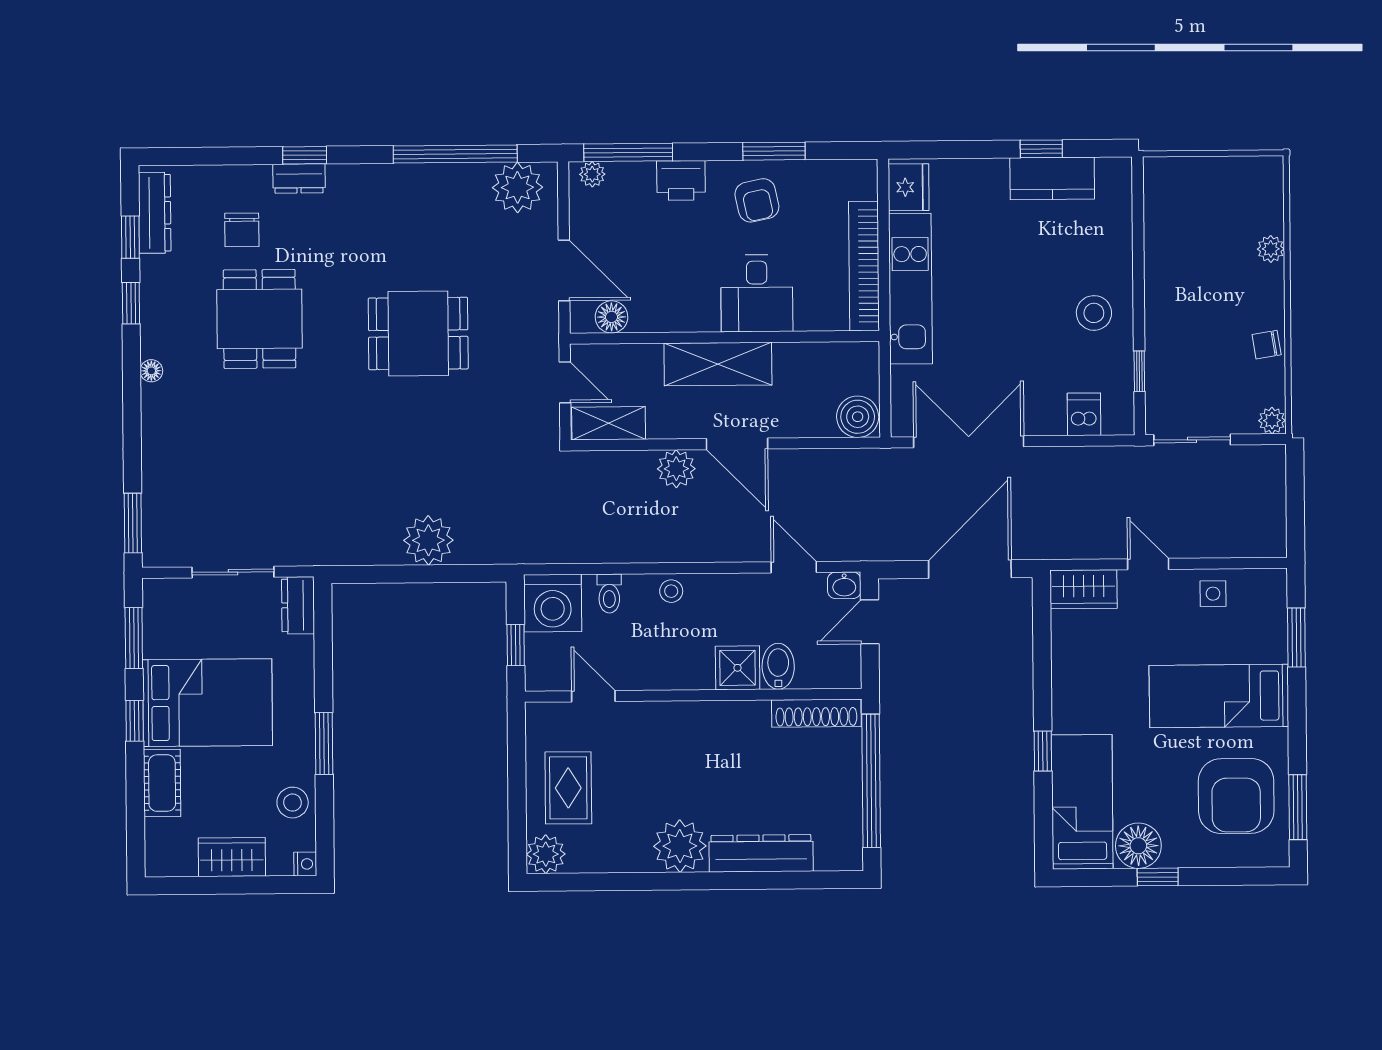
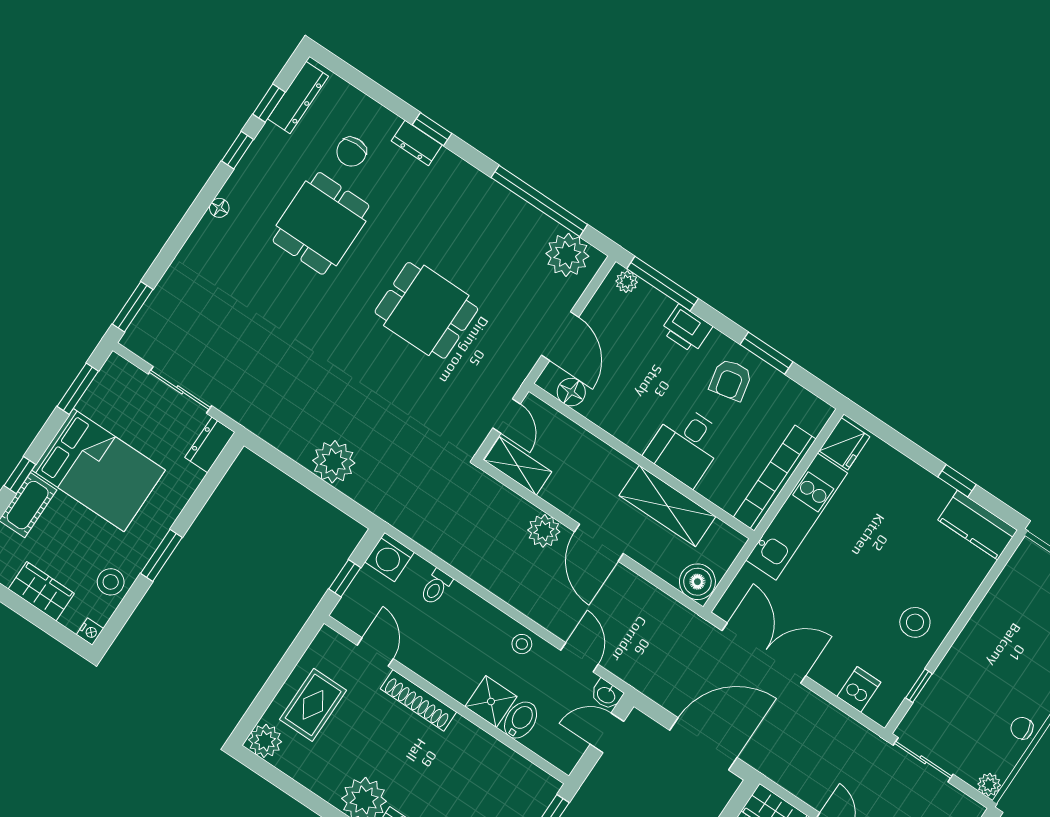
kitchen counter: (1052, 178) -> (978, 525), moved
shelving: (718, 364) -> (667, 506), moved
stool: (671, 591) -> (522, 644), moved
washing machine: (553, 603) -> (389, 557), width x0.73, depth x0.73
shoe rack: (816, 713) -> (418, 700), moved
window: (135, 721) -> (20, 475), moved

